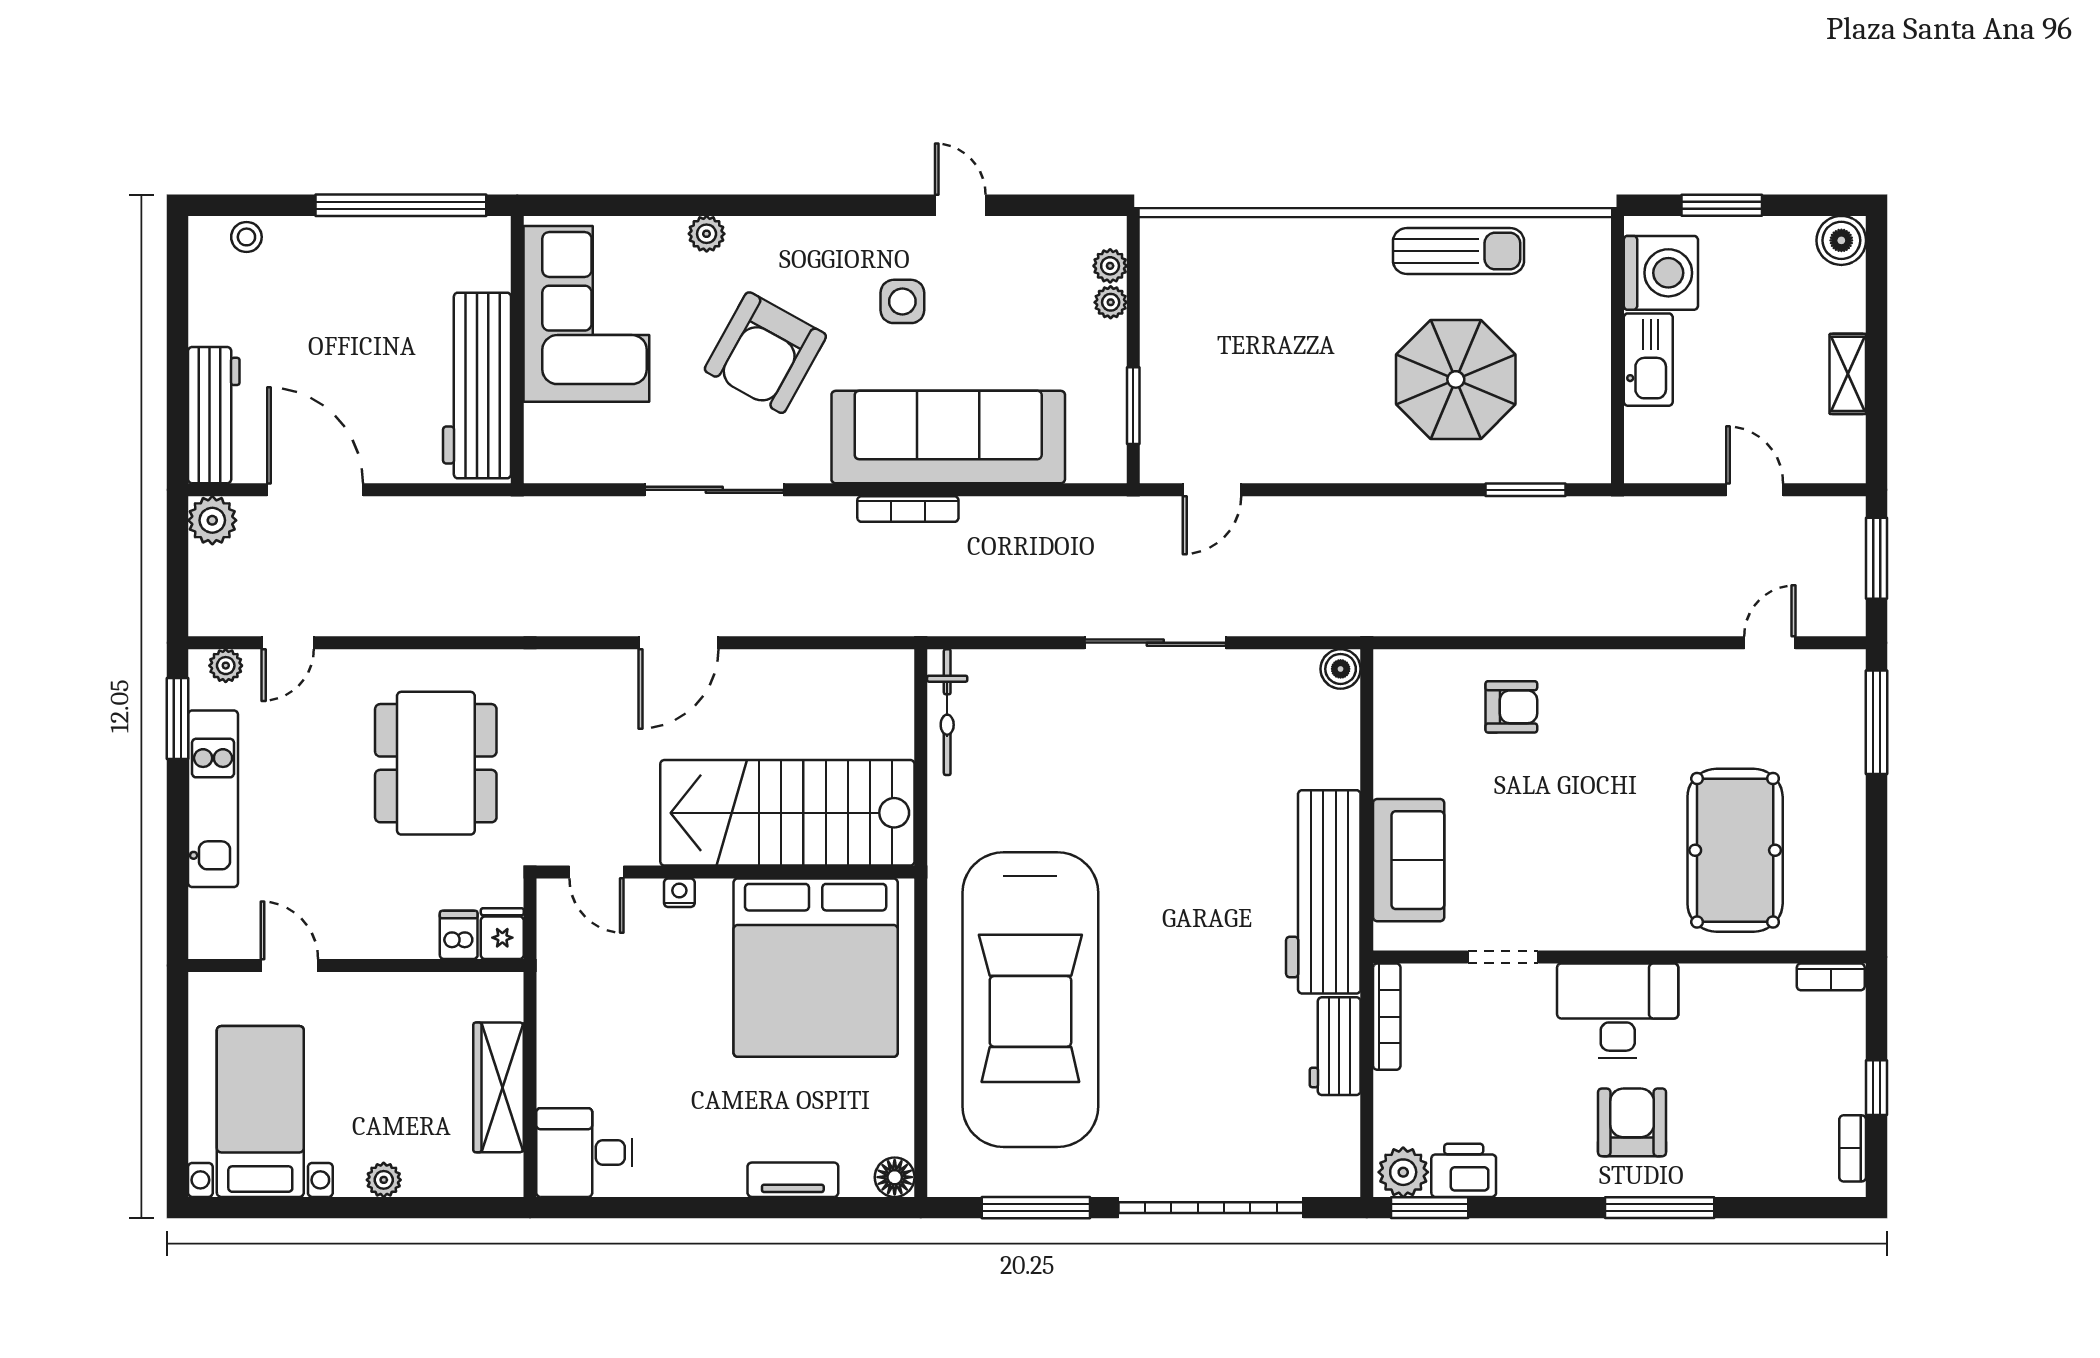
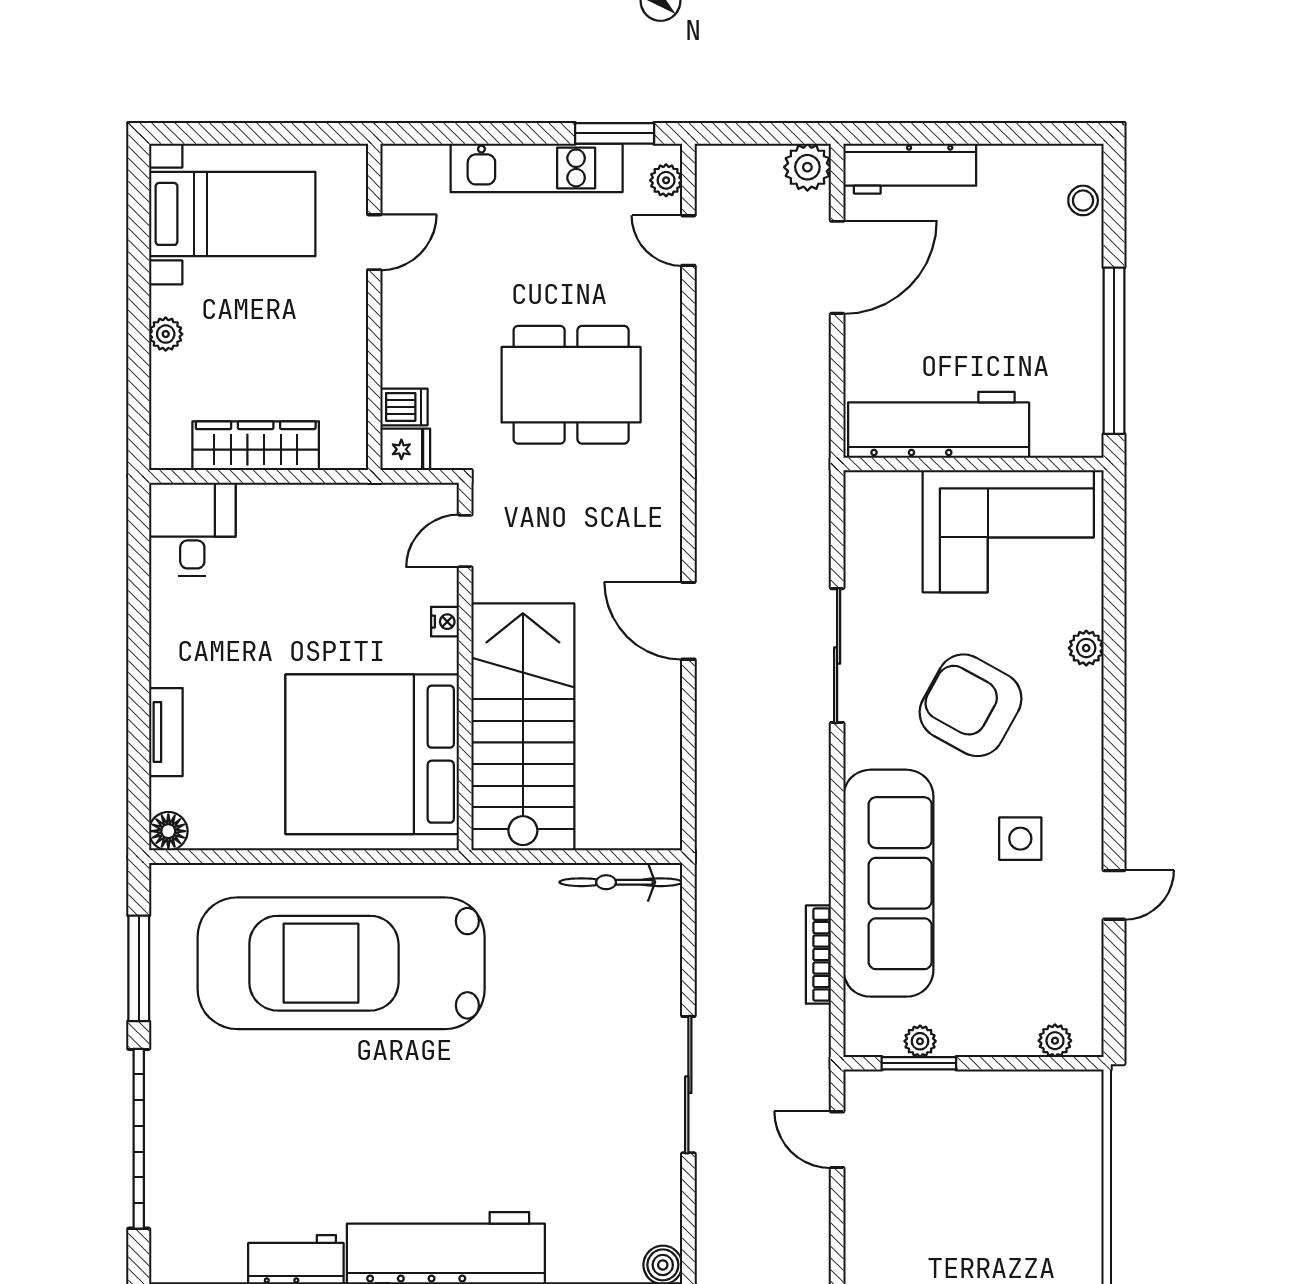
plant: (1111, 302) -> (920, 1041), moved
bookcase: (908, 509) -> (818, 955), moved

